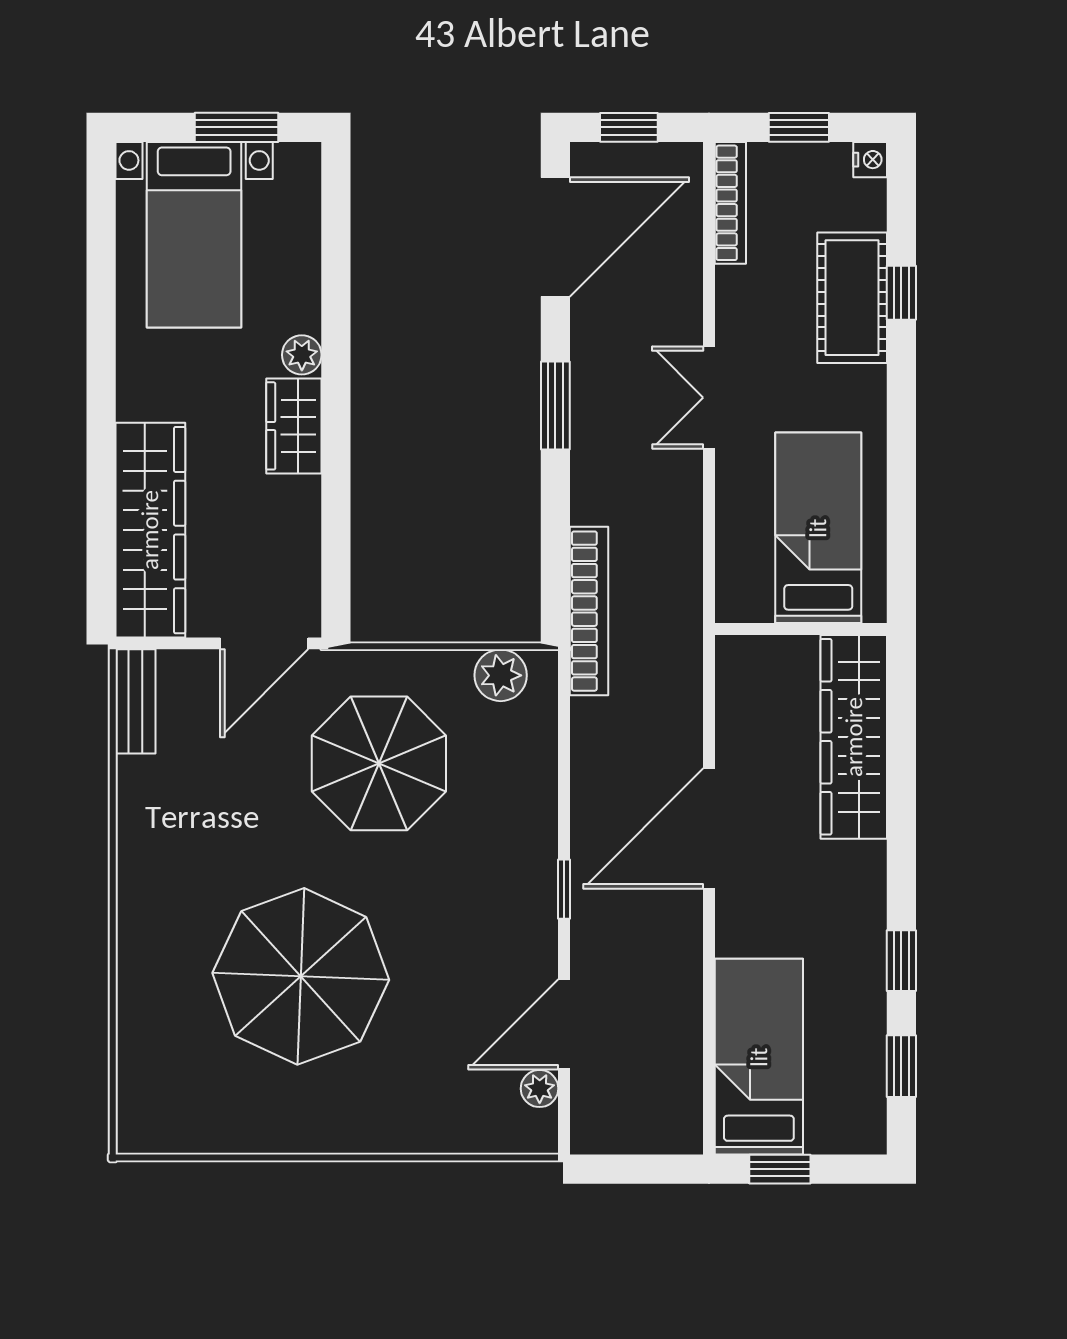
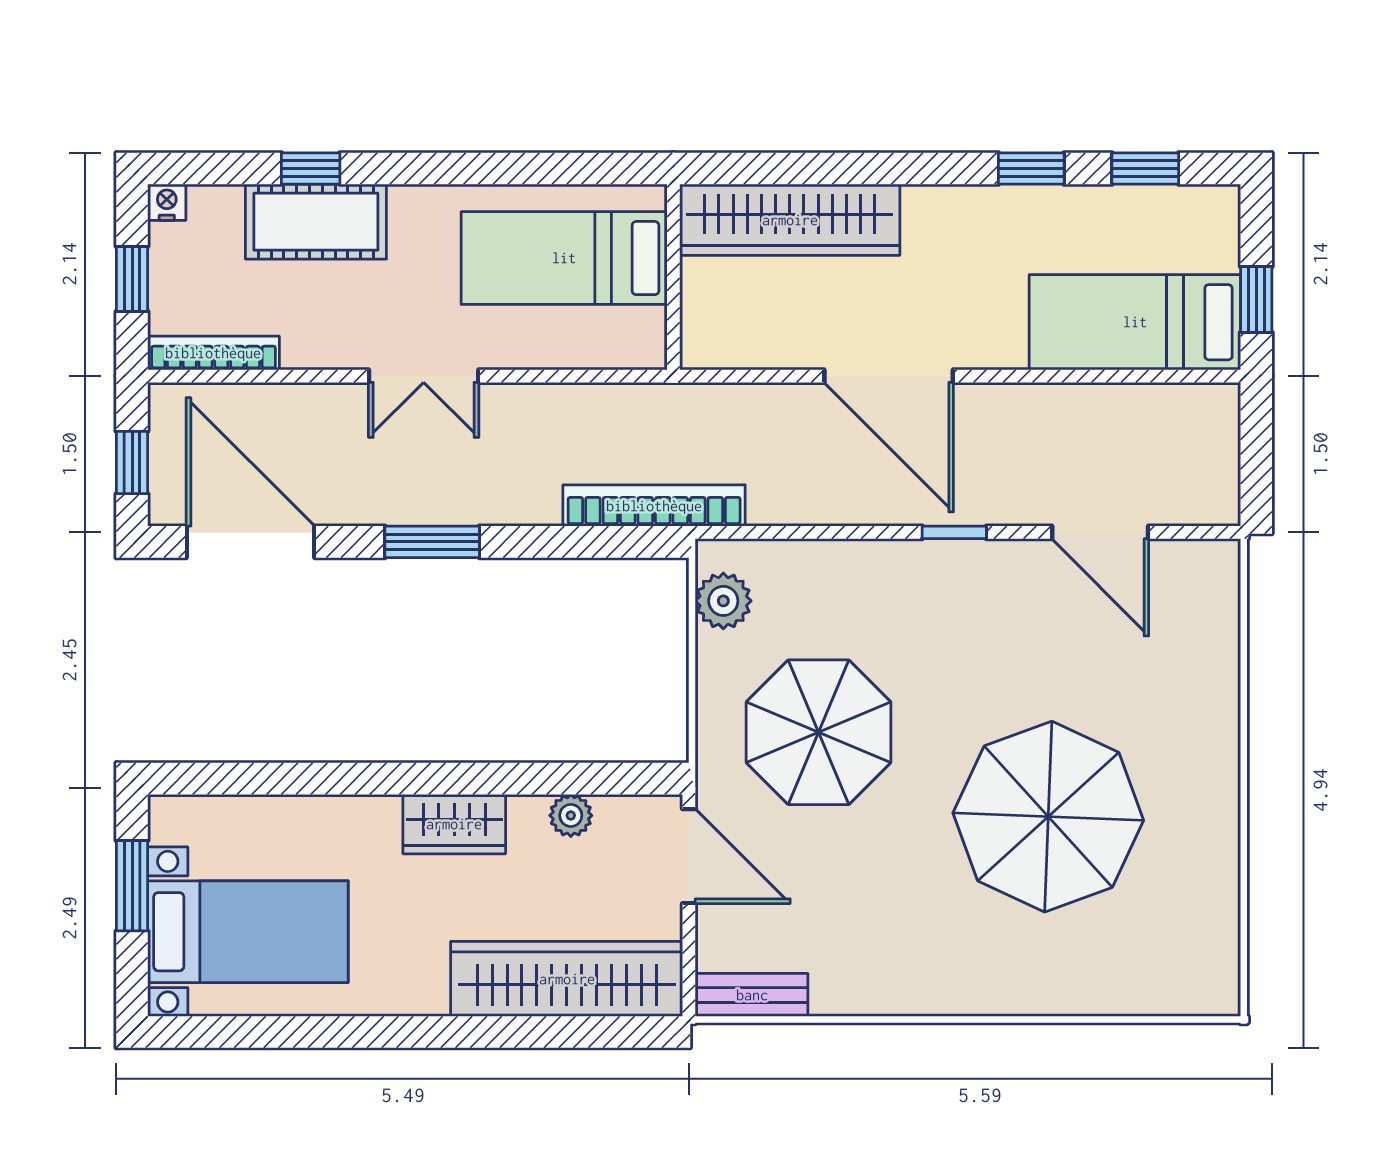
plant: (302, 355) -> (571, 815), moved
plant: (540, 1089) -> (1169, 559), removed

